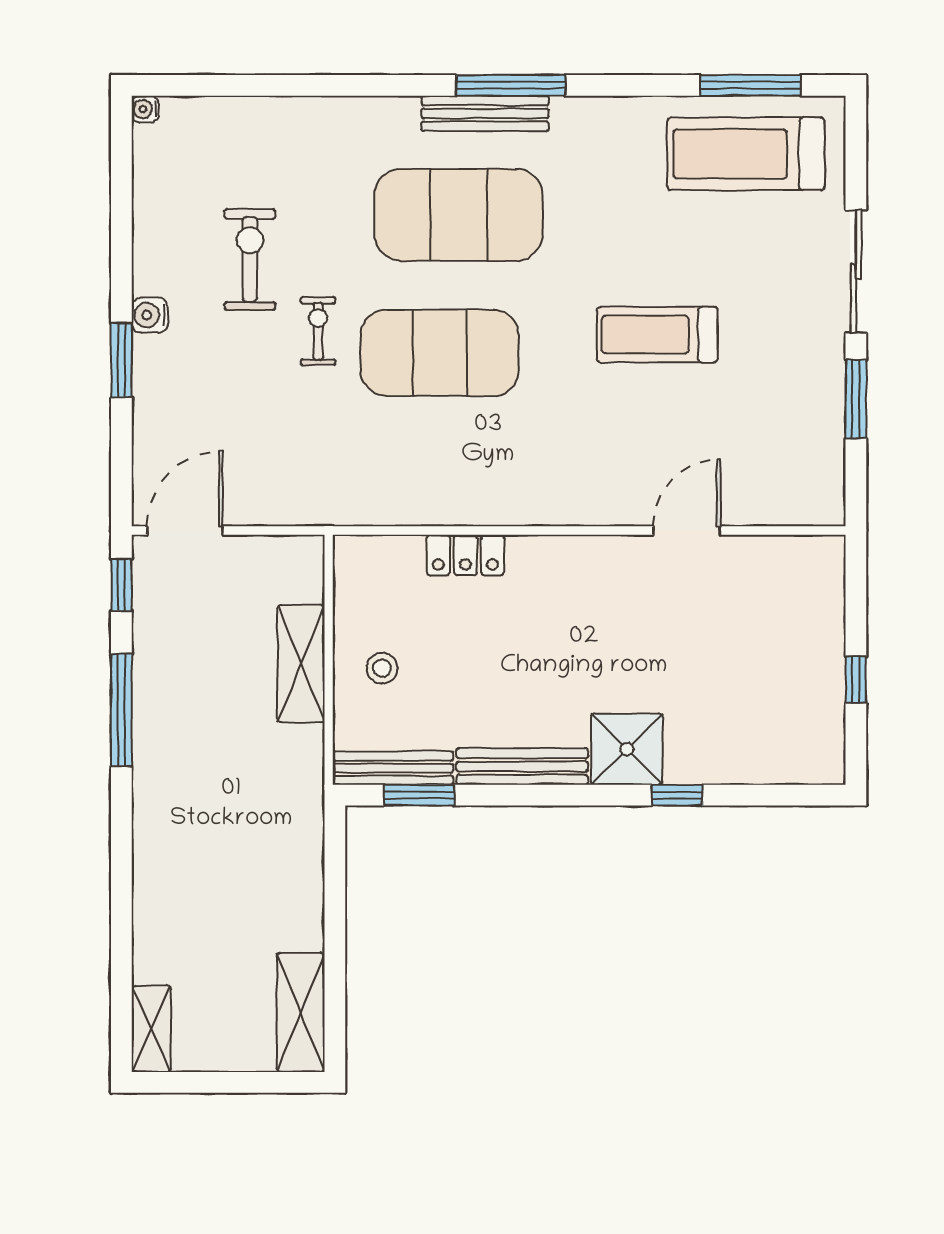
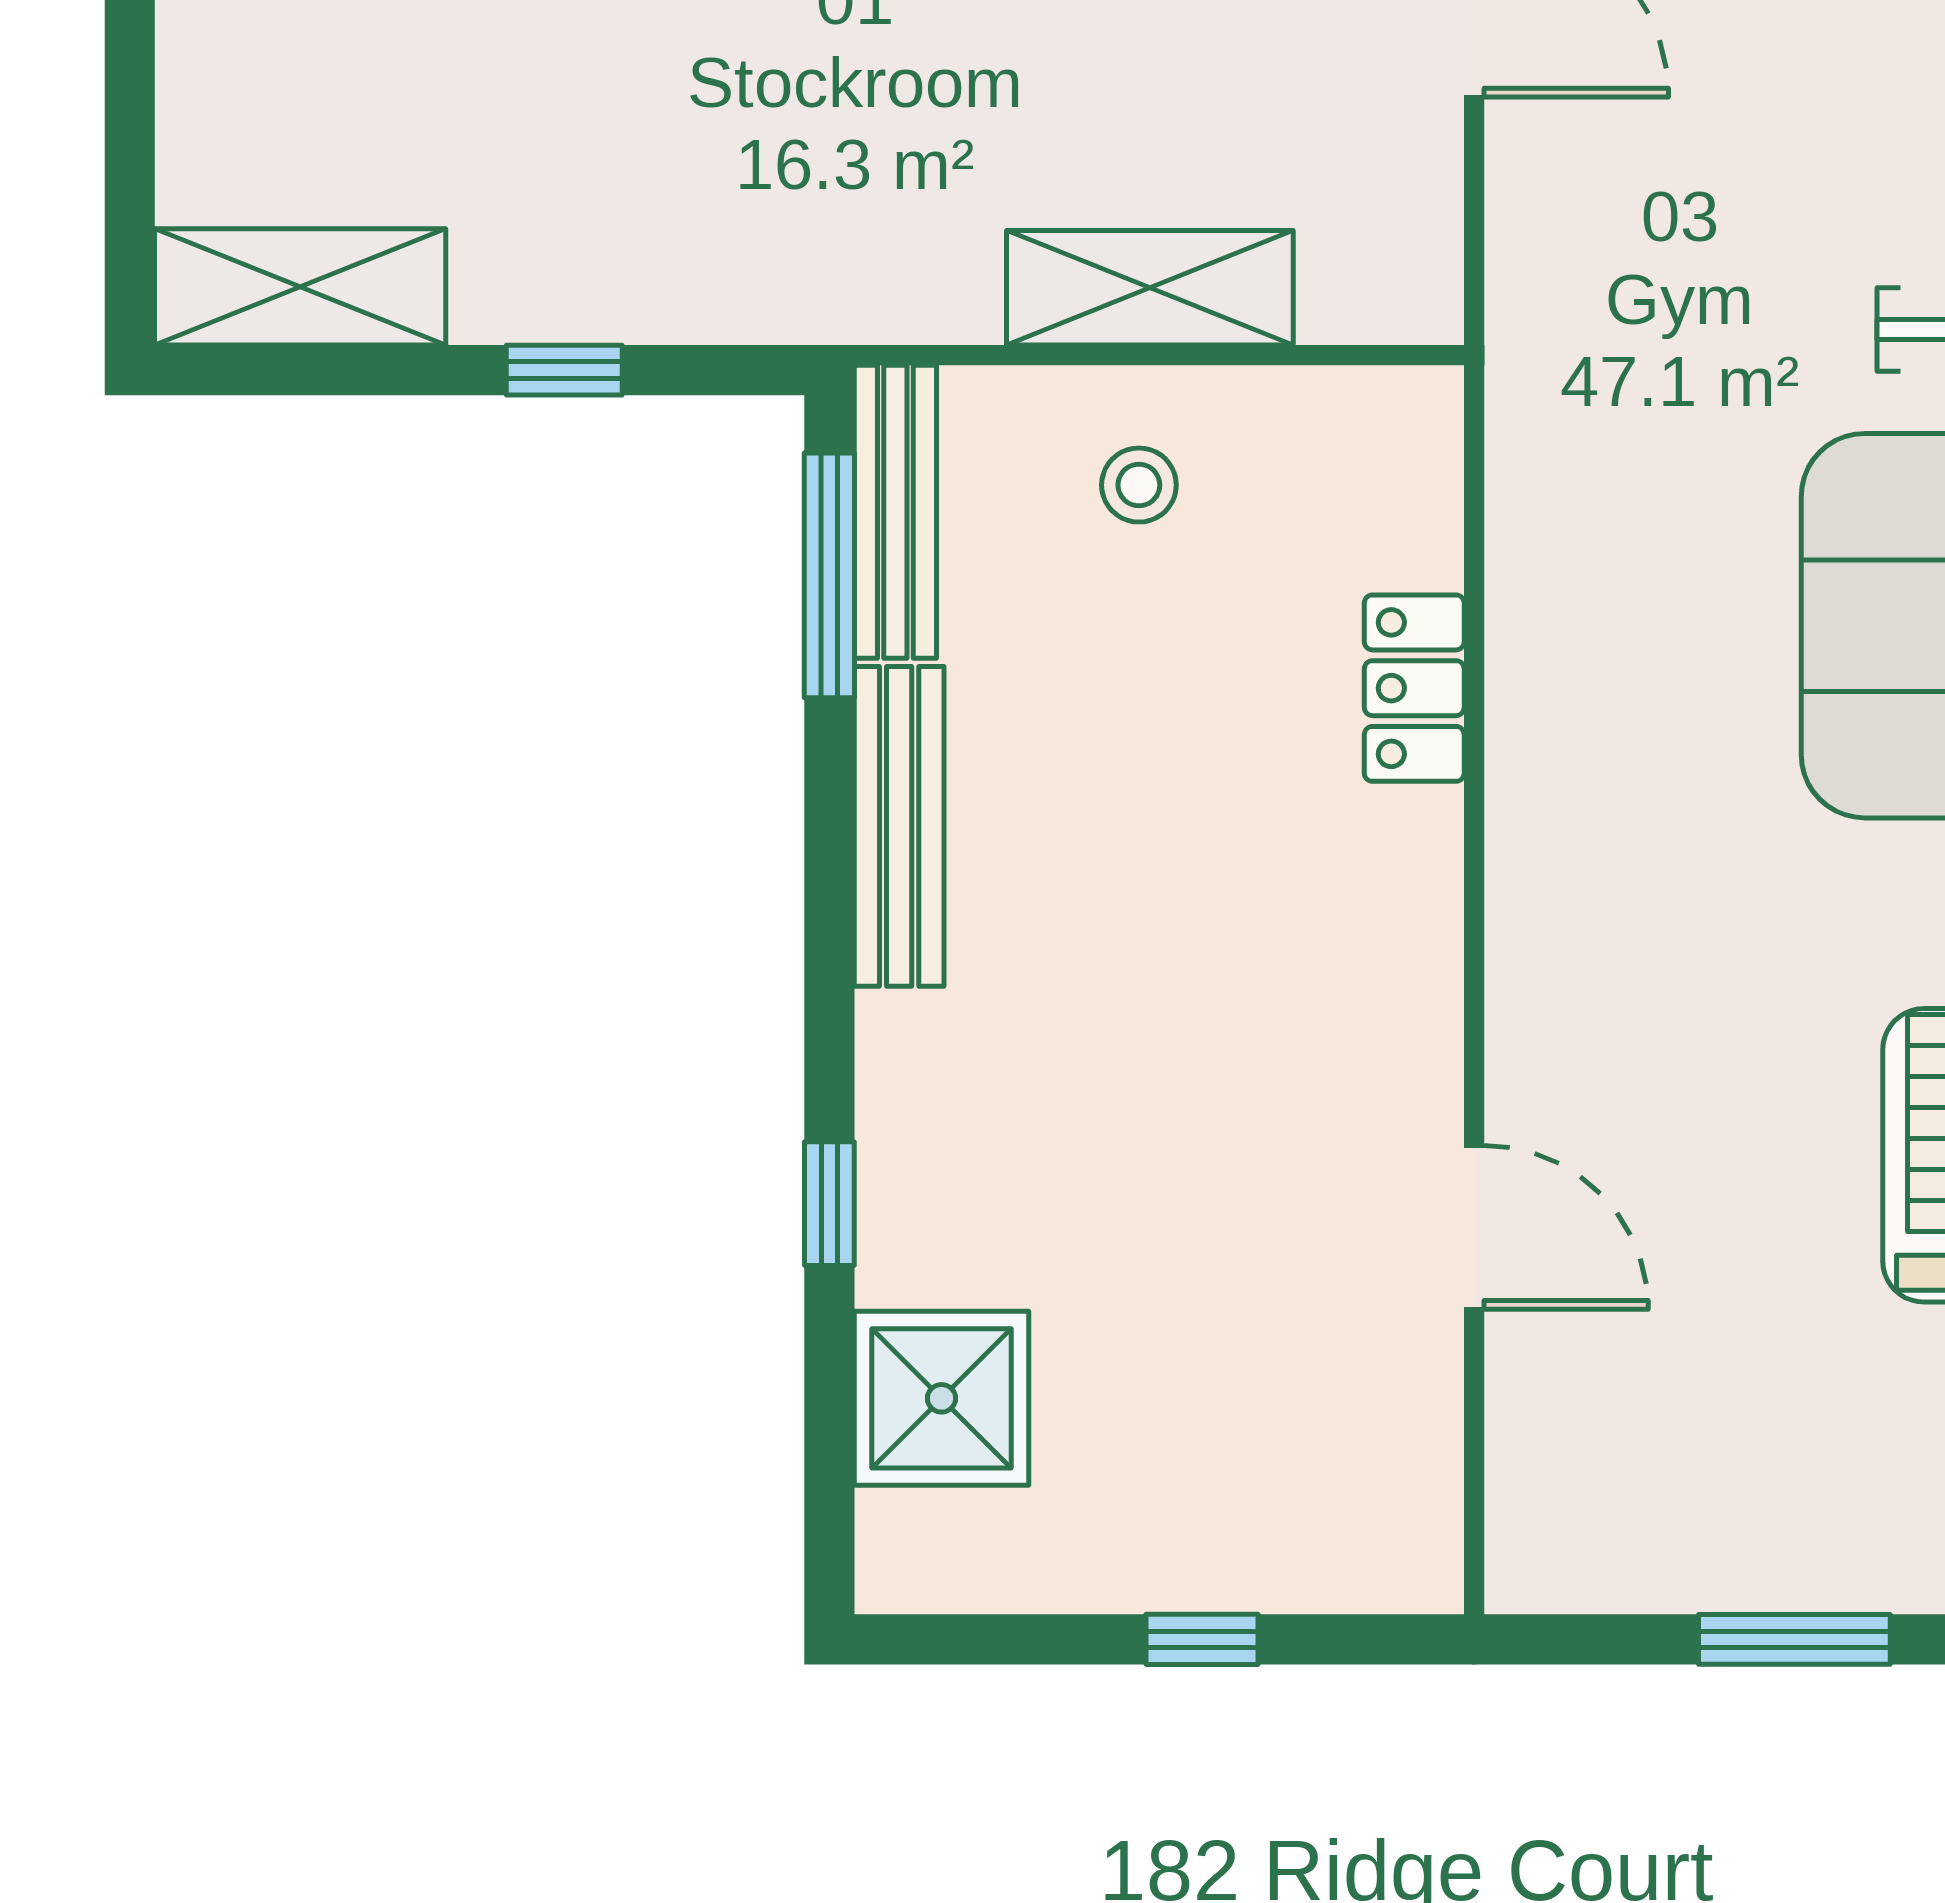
window: (856, 680) -> (1202, 1639), moved
shower: (627, 749) -> (941, 1398), moved
window: (419, 795) -> (829, 575), width x1.44
window: (335, 904) -> (564, 370), added

